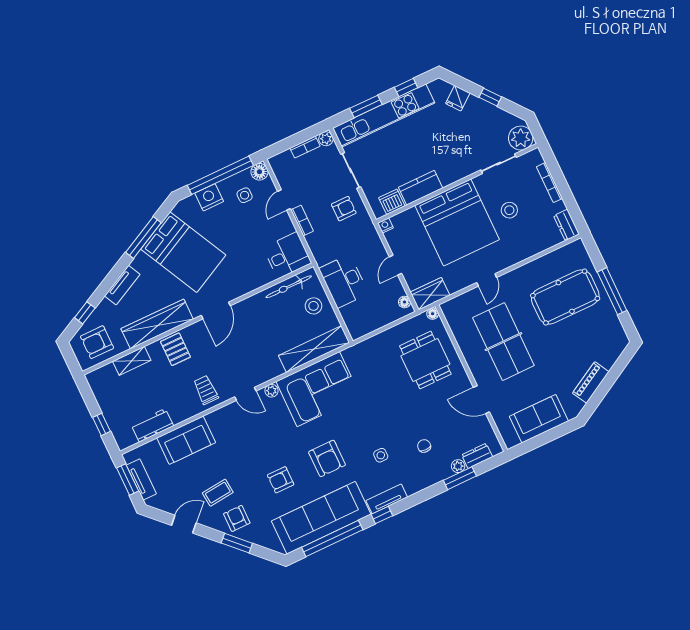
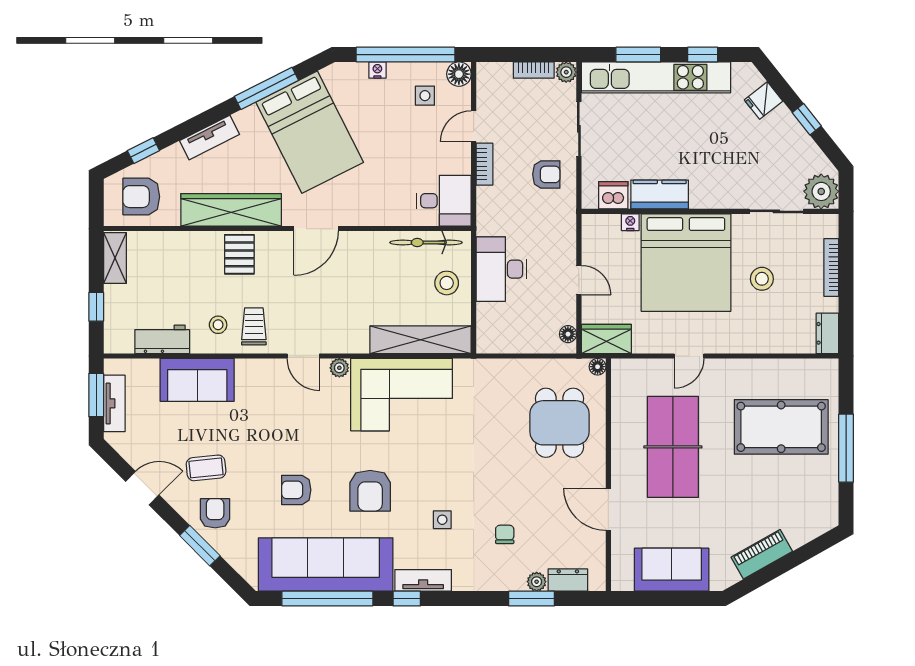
nightstand: (209, 197) -> (377, 70), width x0.53, depth x0.56
nightstand: (385, 226) -> (630, 222), moved
door: (395, 265) -> (579, 280), swing flipped
shelving: (132, 361) -> (115, 258), moved, turned 90
stool: (183, 400) -> (218, 325), added

